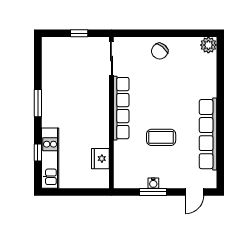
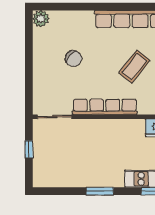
chair: (160, 51) -> (74, 59), moved
coffee table: (161, 137) -> (134, 67), turned 39

